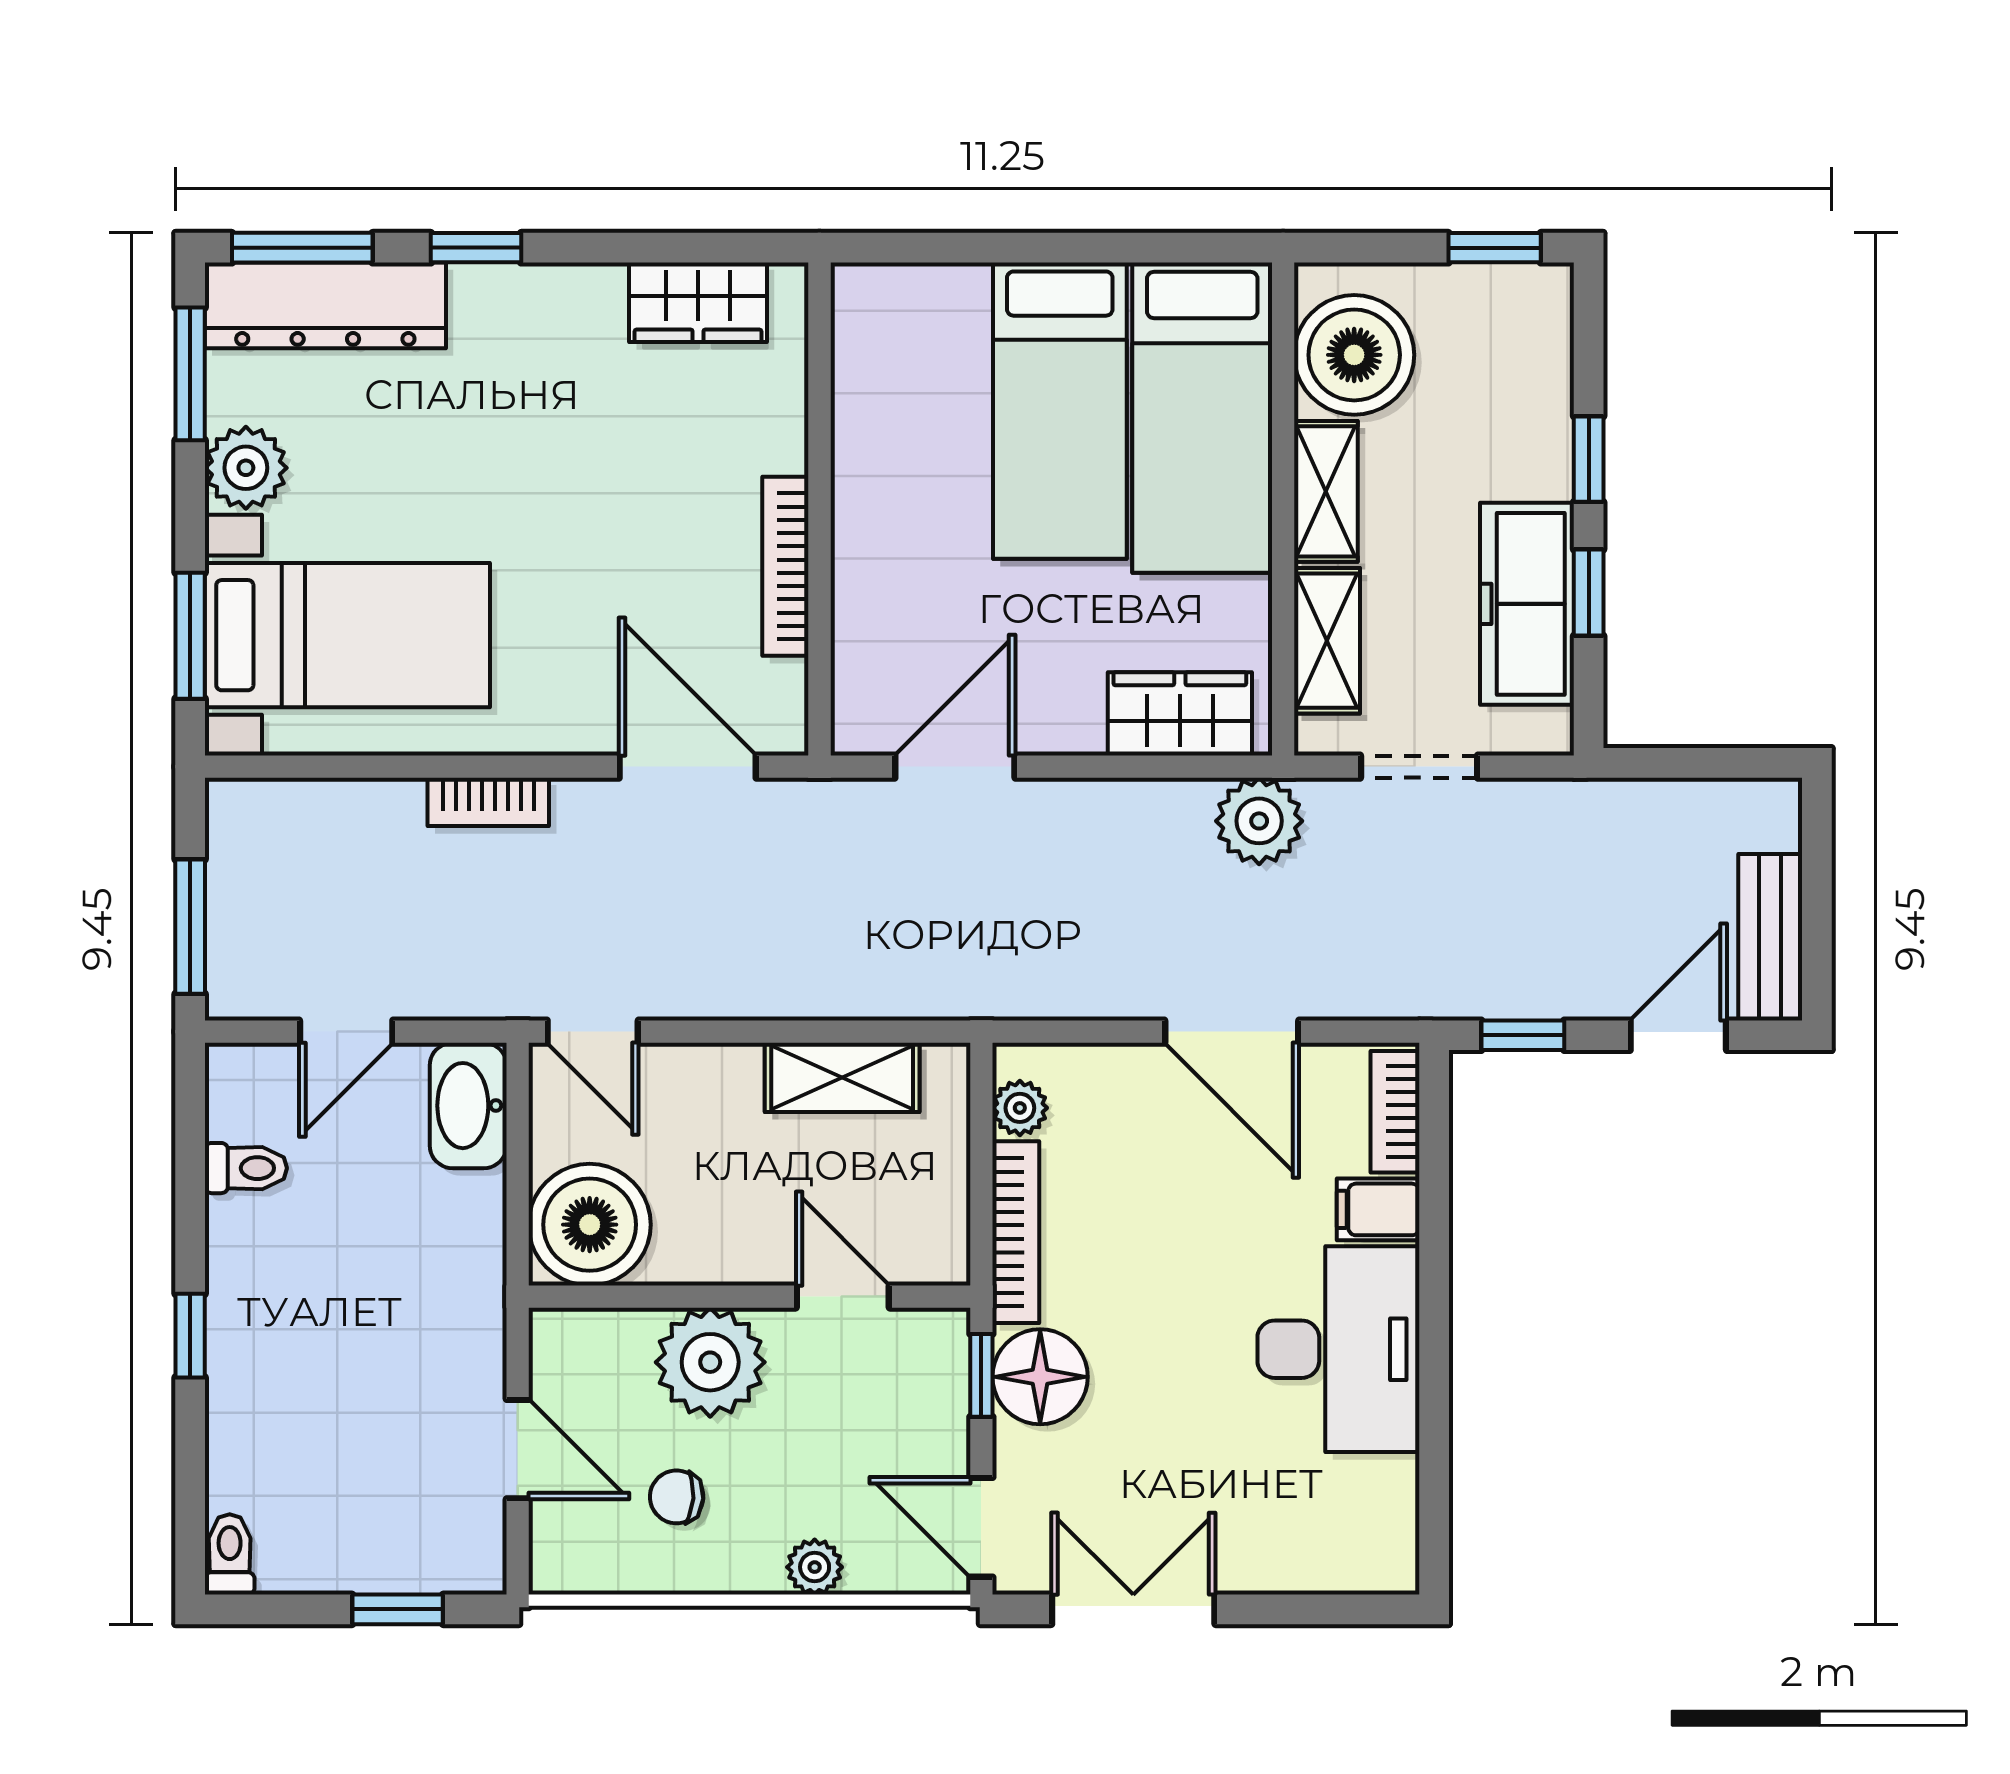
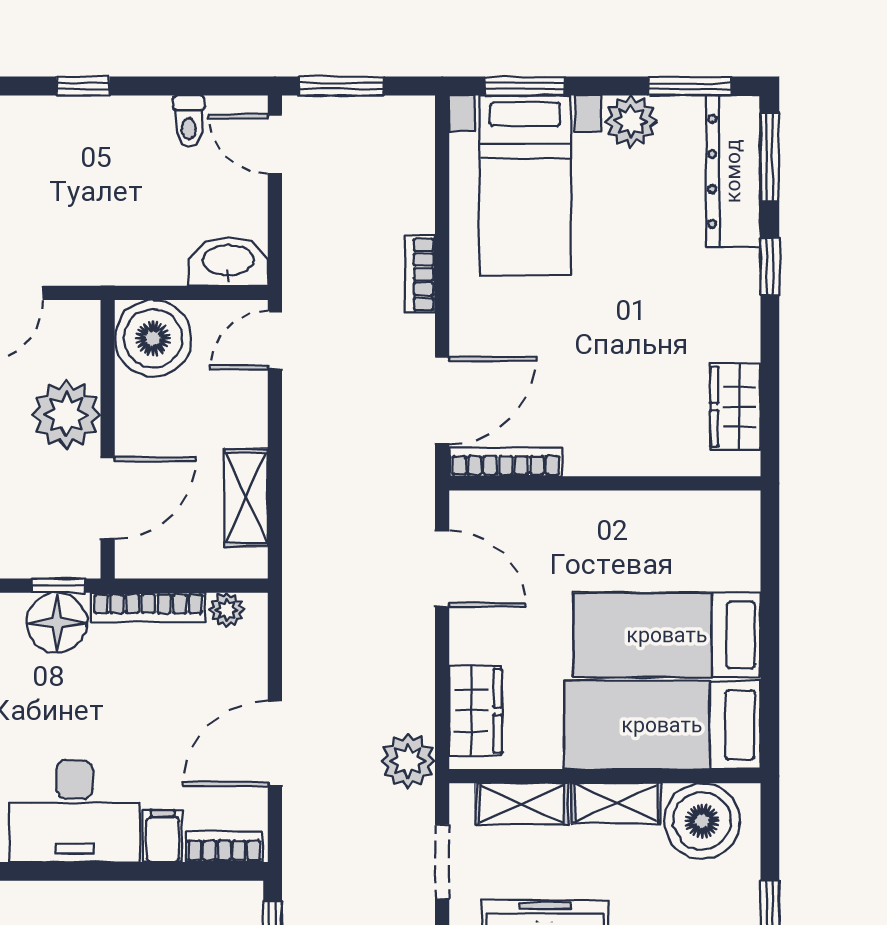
bookcase: (785, 566) -> (506, 462), moved
door: (346, 1032) -> (275, 144), moved
door: (843, 1297) -> (108, 498), width x1.38

